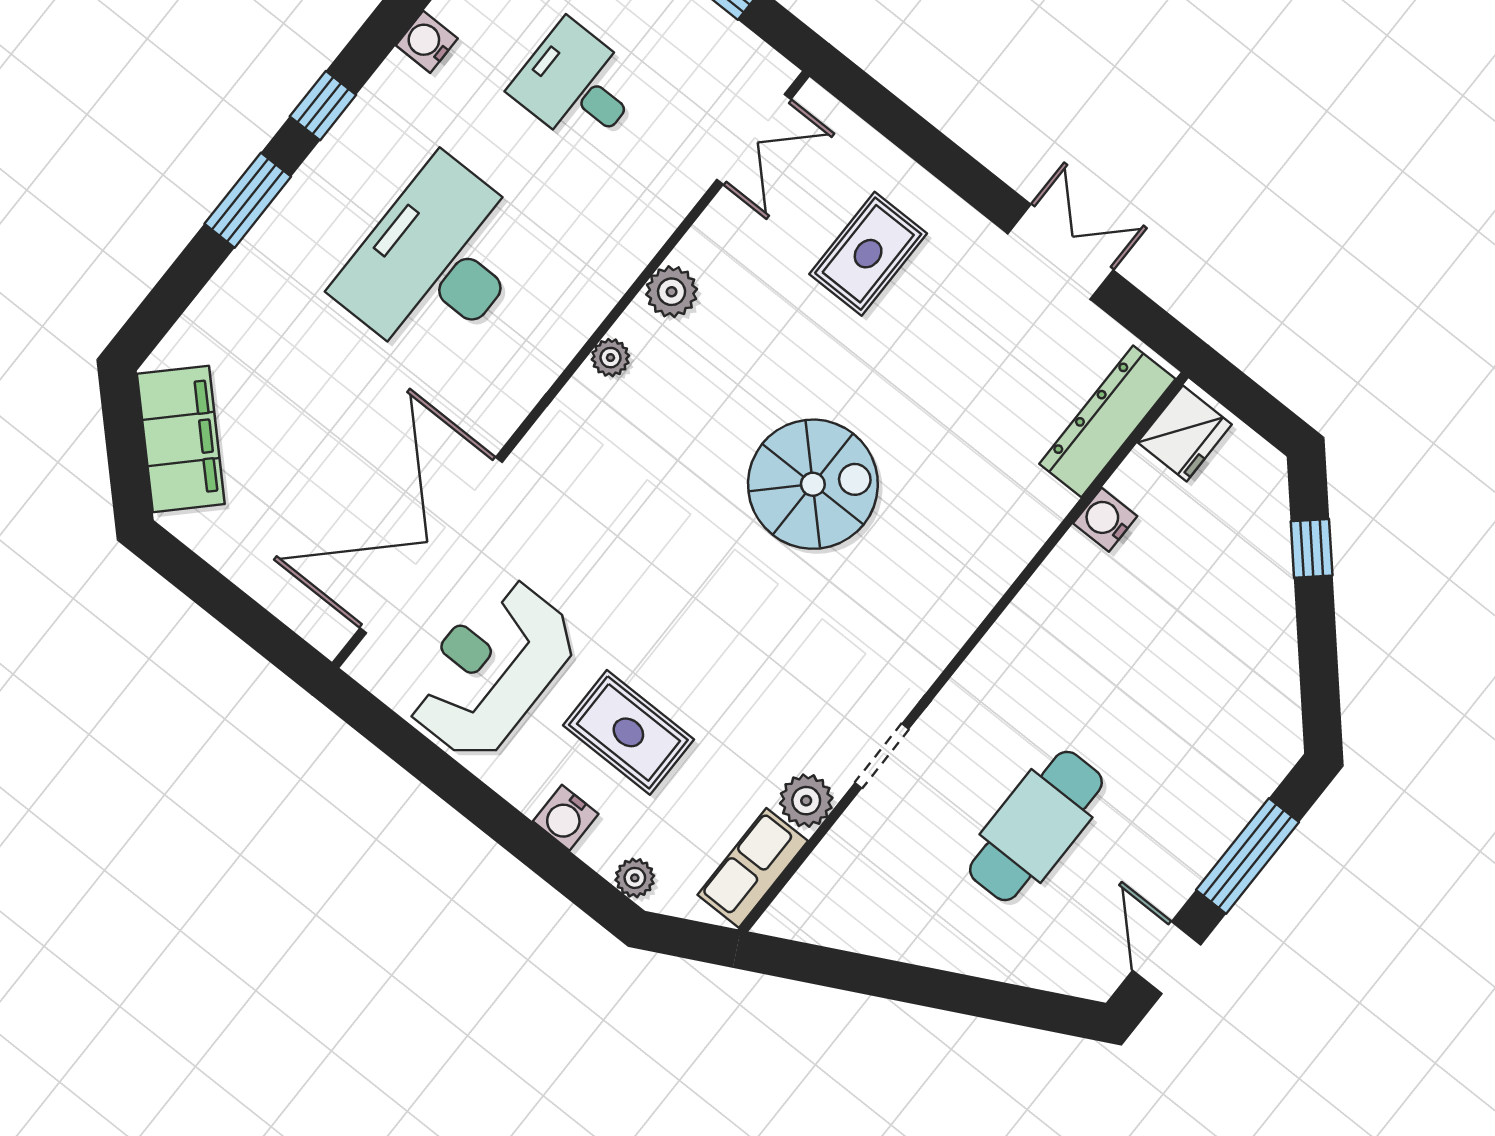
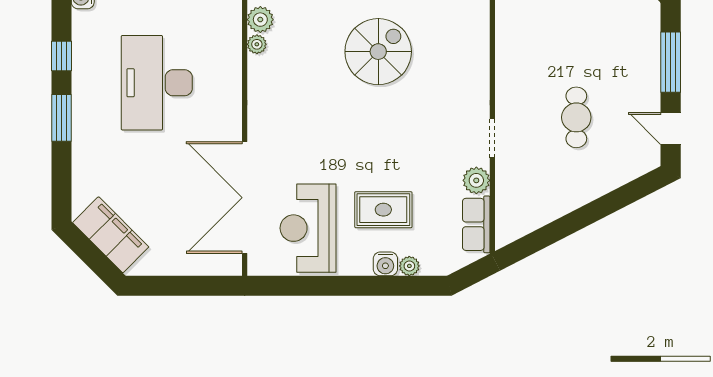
plant: (610, 358) -> (257, 44), moved
cafe table: (1036, 826) -> (576, 117), width x0.73, depth x0.74
plant: (635, 878) -> (409, 266), moved

